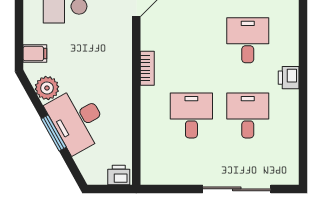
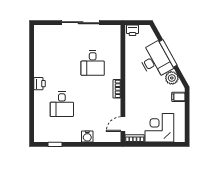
desk: (248, 115) -> (62, 63), removed
window: (54, 133) -> (168, 53), width x1.44
sliding door: (237, 189) -> (81, 23), moved

